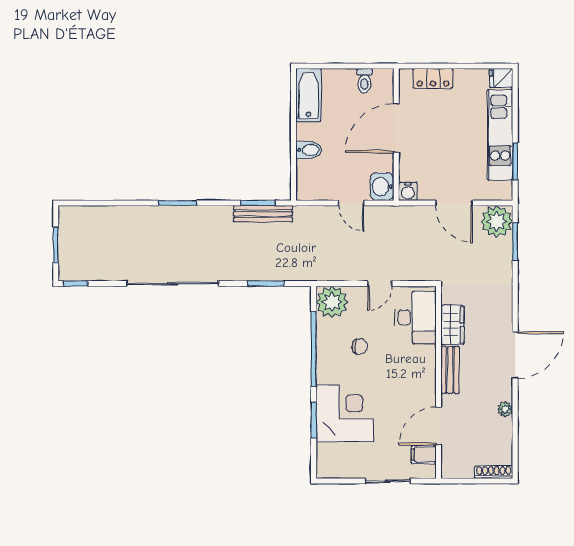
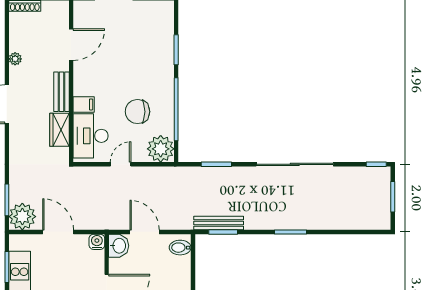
bidet: (309, 150) -> (180, 248), moved
door: (351, 203) -> (145, 232), width x1.38
chair: (360, 346) -> (137, 112), width x1.87, depth x1.87
corner desk: (345, 413) -> (150, 55), removed
filing cabinet: (424, 454) -> (84, 104), moved

